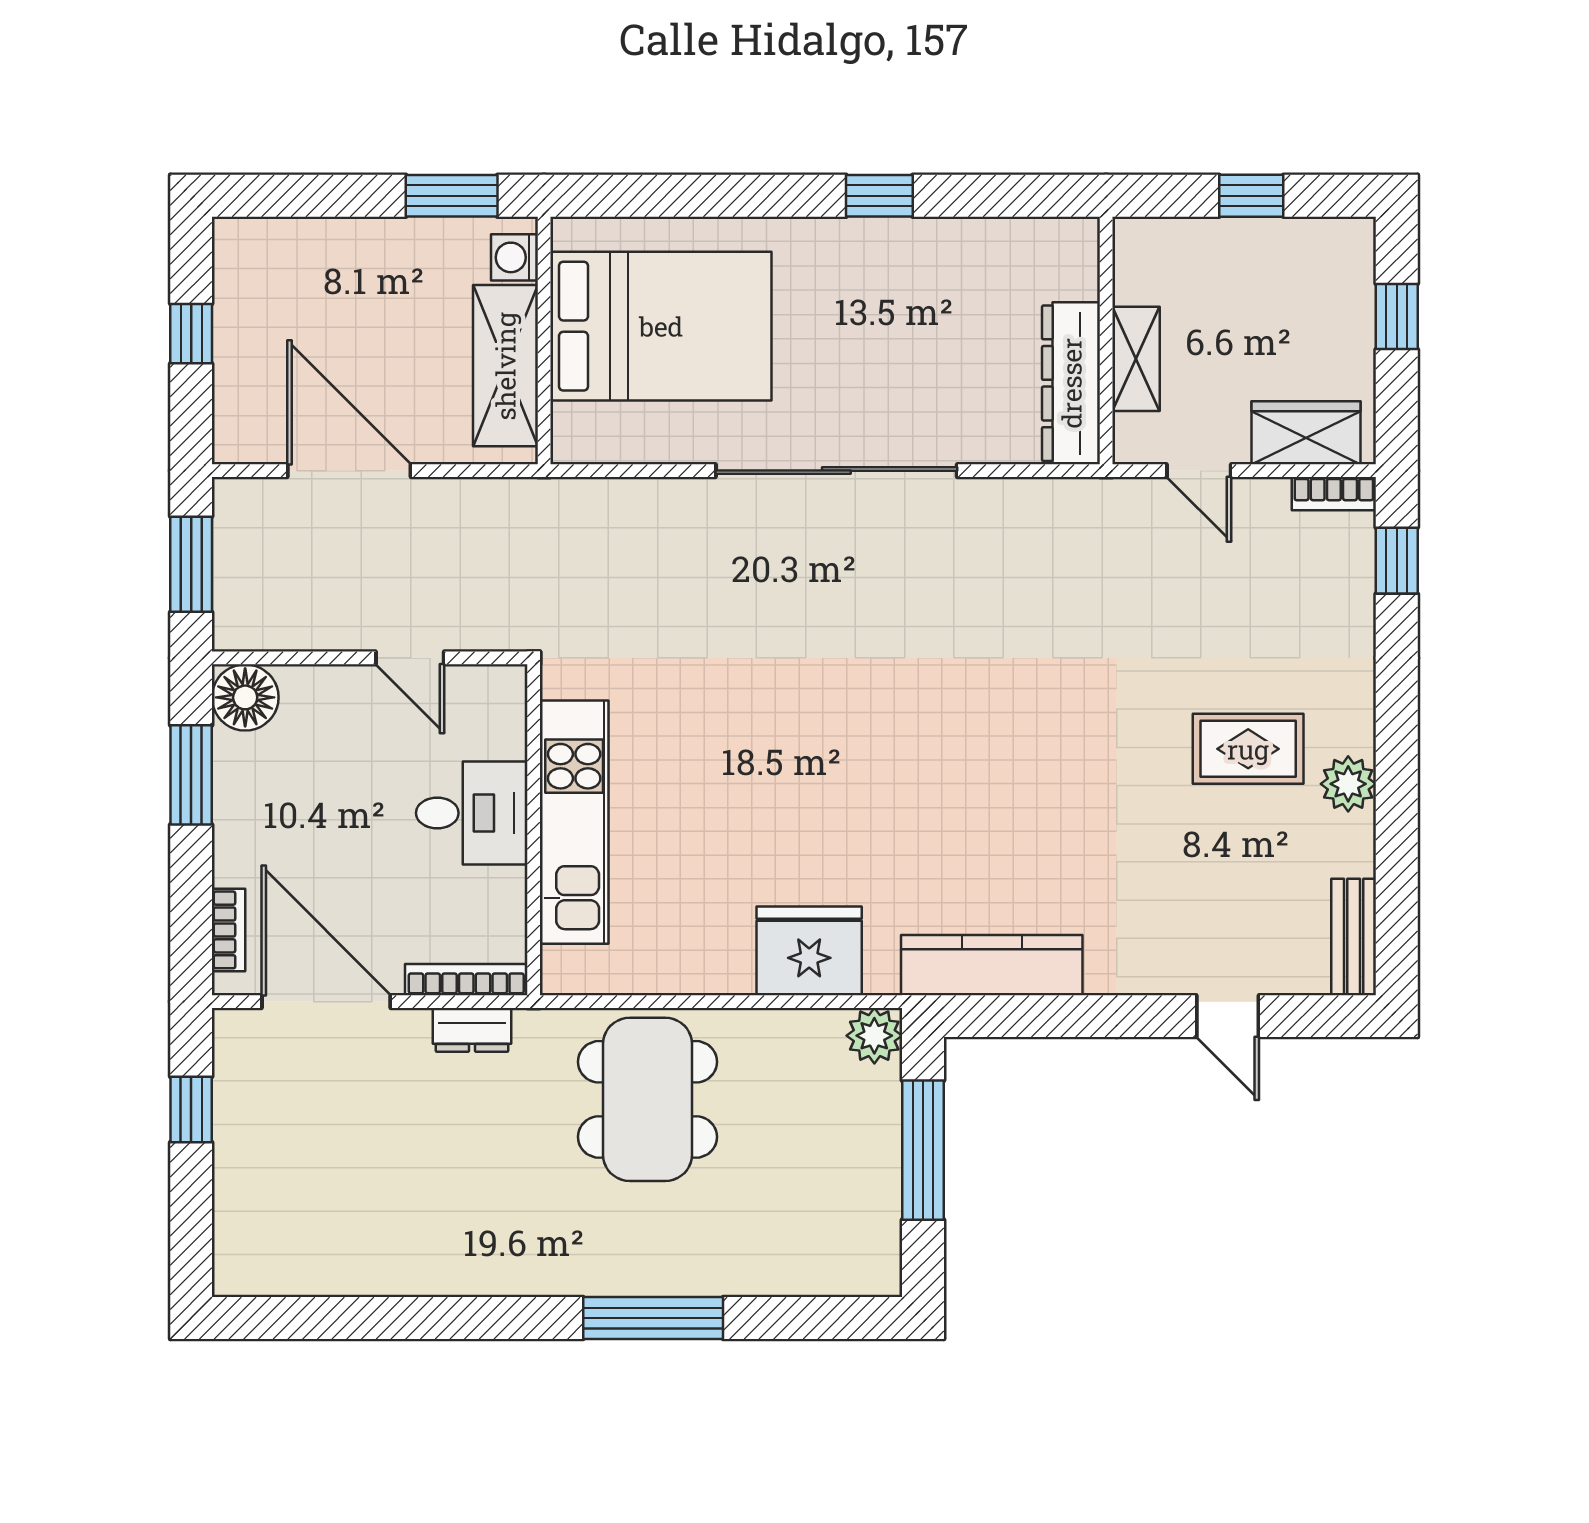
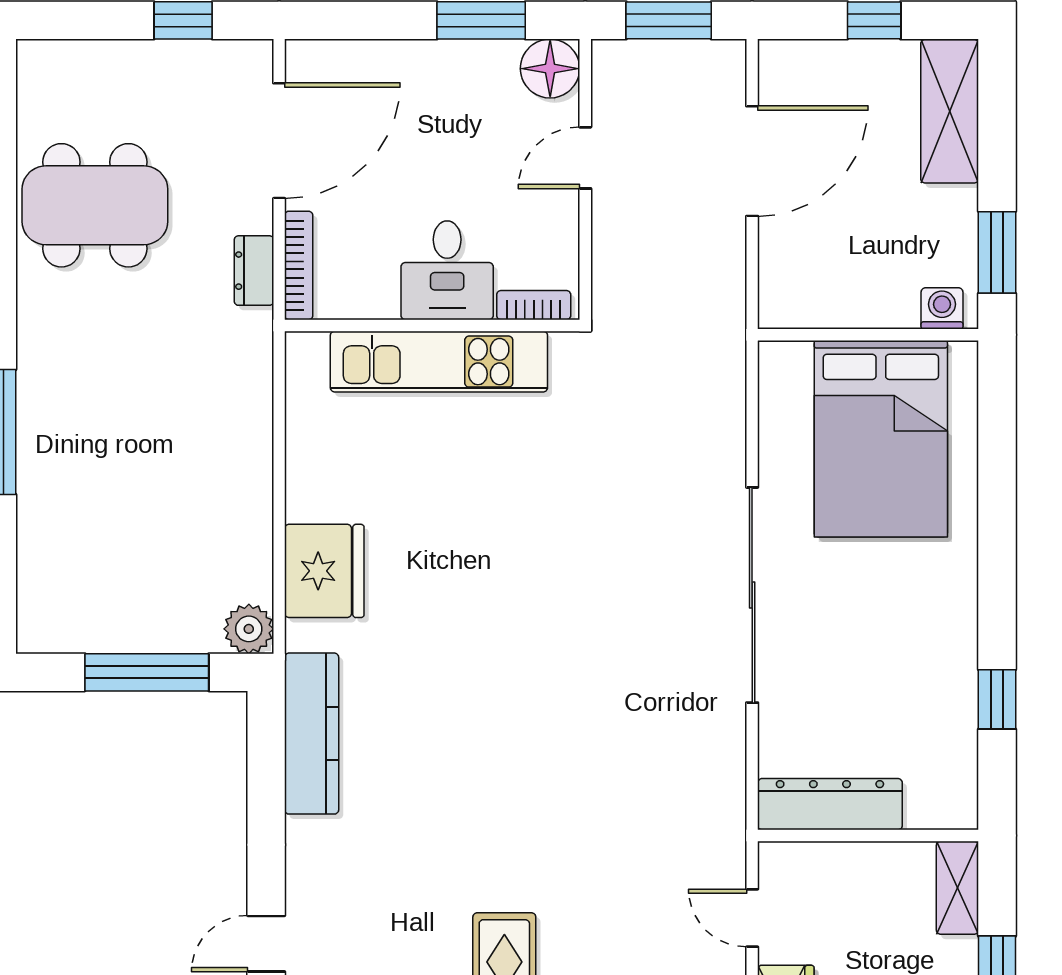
window: (879, 196) -> (997, 699), moved
shelving: (1136, 359) -> (957, 888), moved, turned 90
shelving: (505, 366) -> (950, 111), moved, turned 90
door: (1199, 471) -> (752, 918), hinge flipped
door: (410, 658) -> (585, 158), moved
bookcase: (228, 930) -> (534, 305), moved, turned 180
dining table: (648, 1099) -> (95, 205), moved

